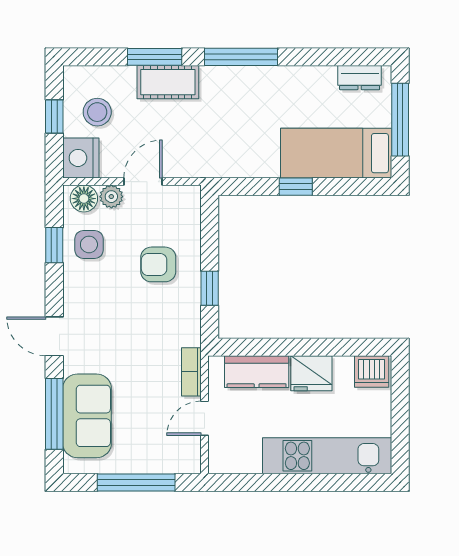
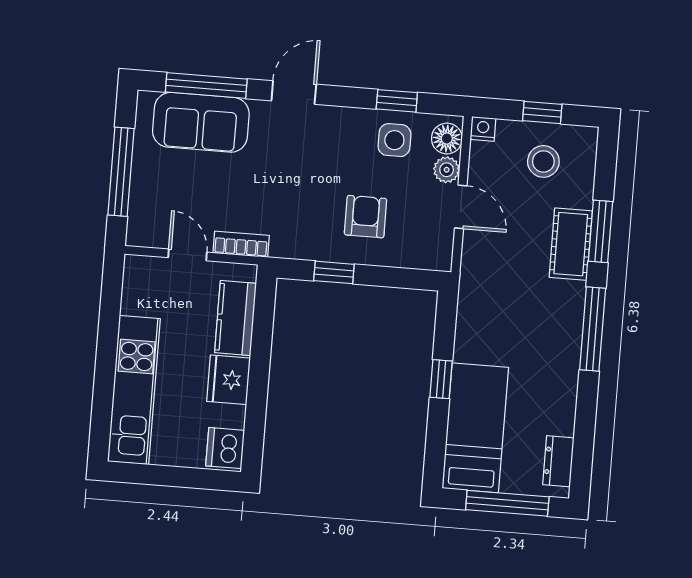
nightstand: (81, 158) -> (483, 129), width x0.53, depth x0.56

